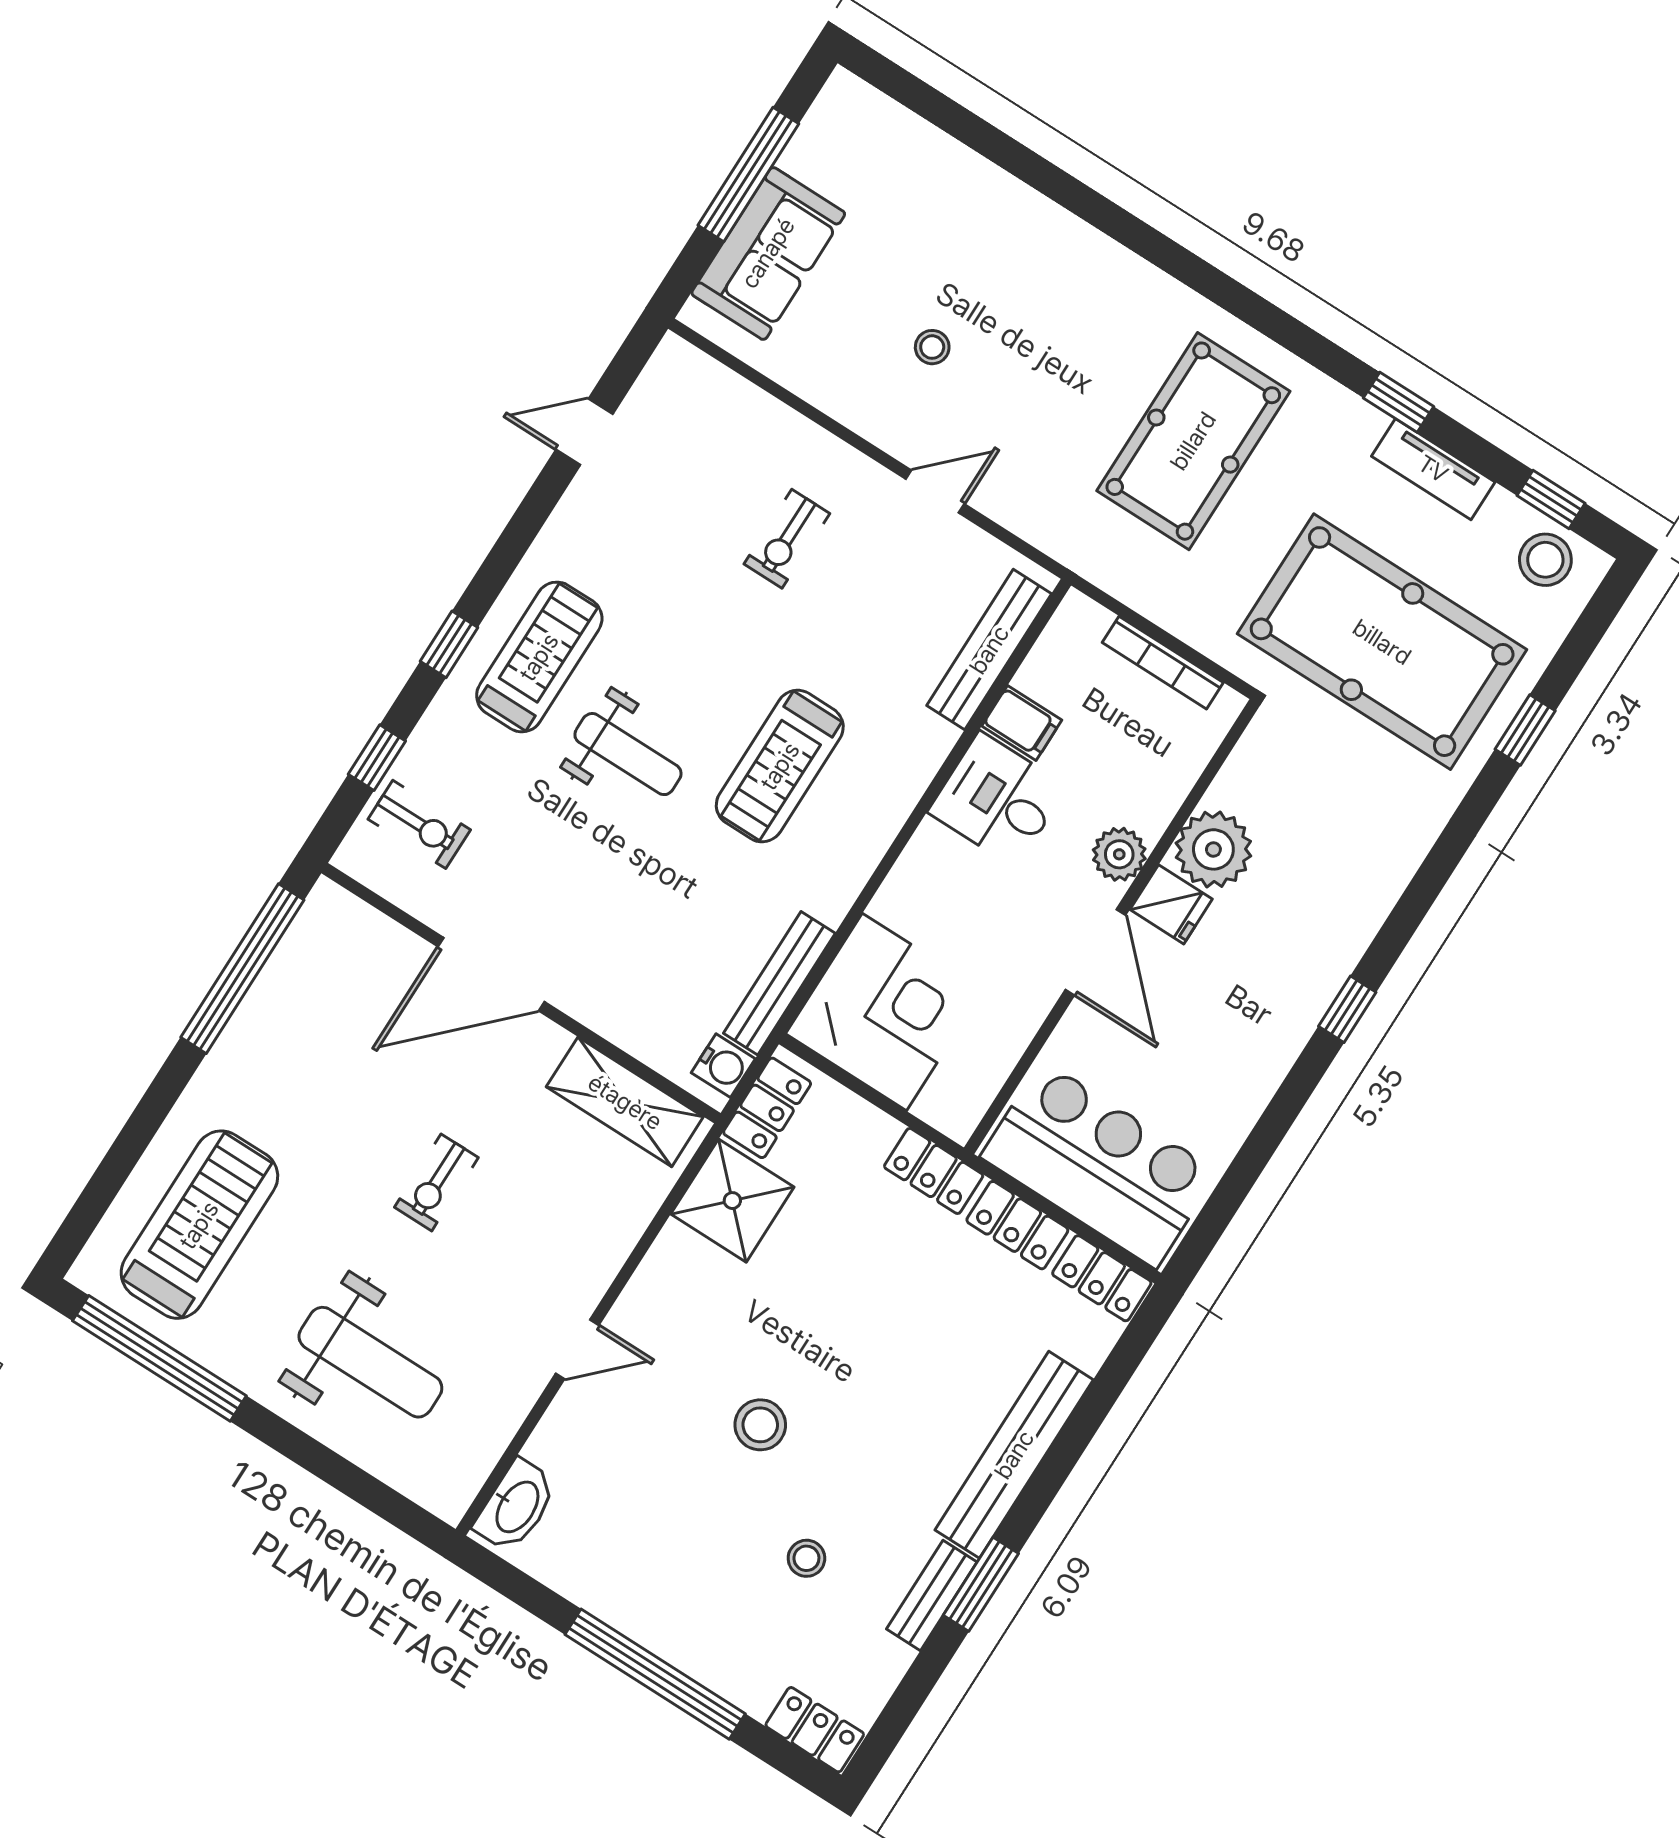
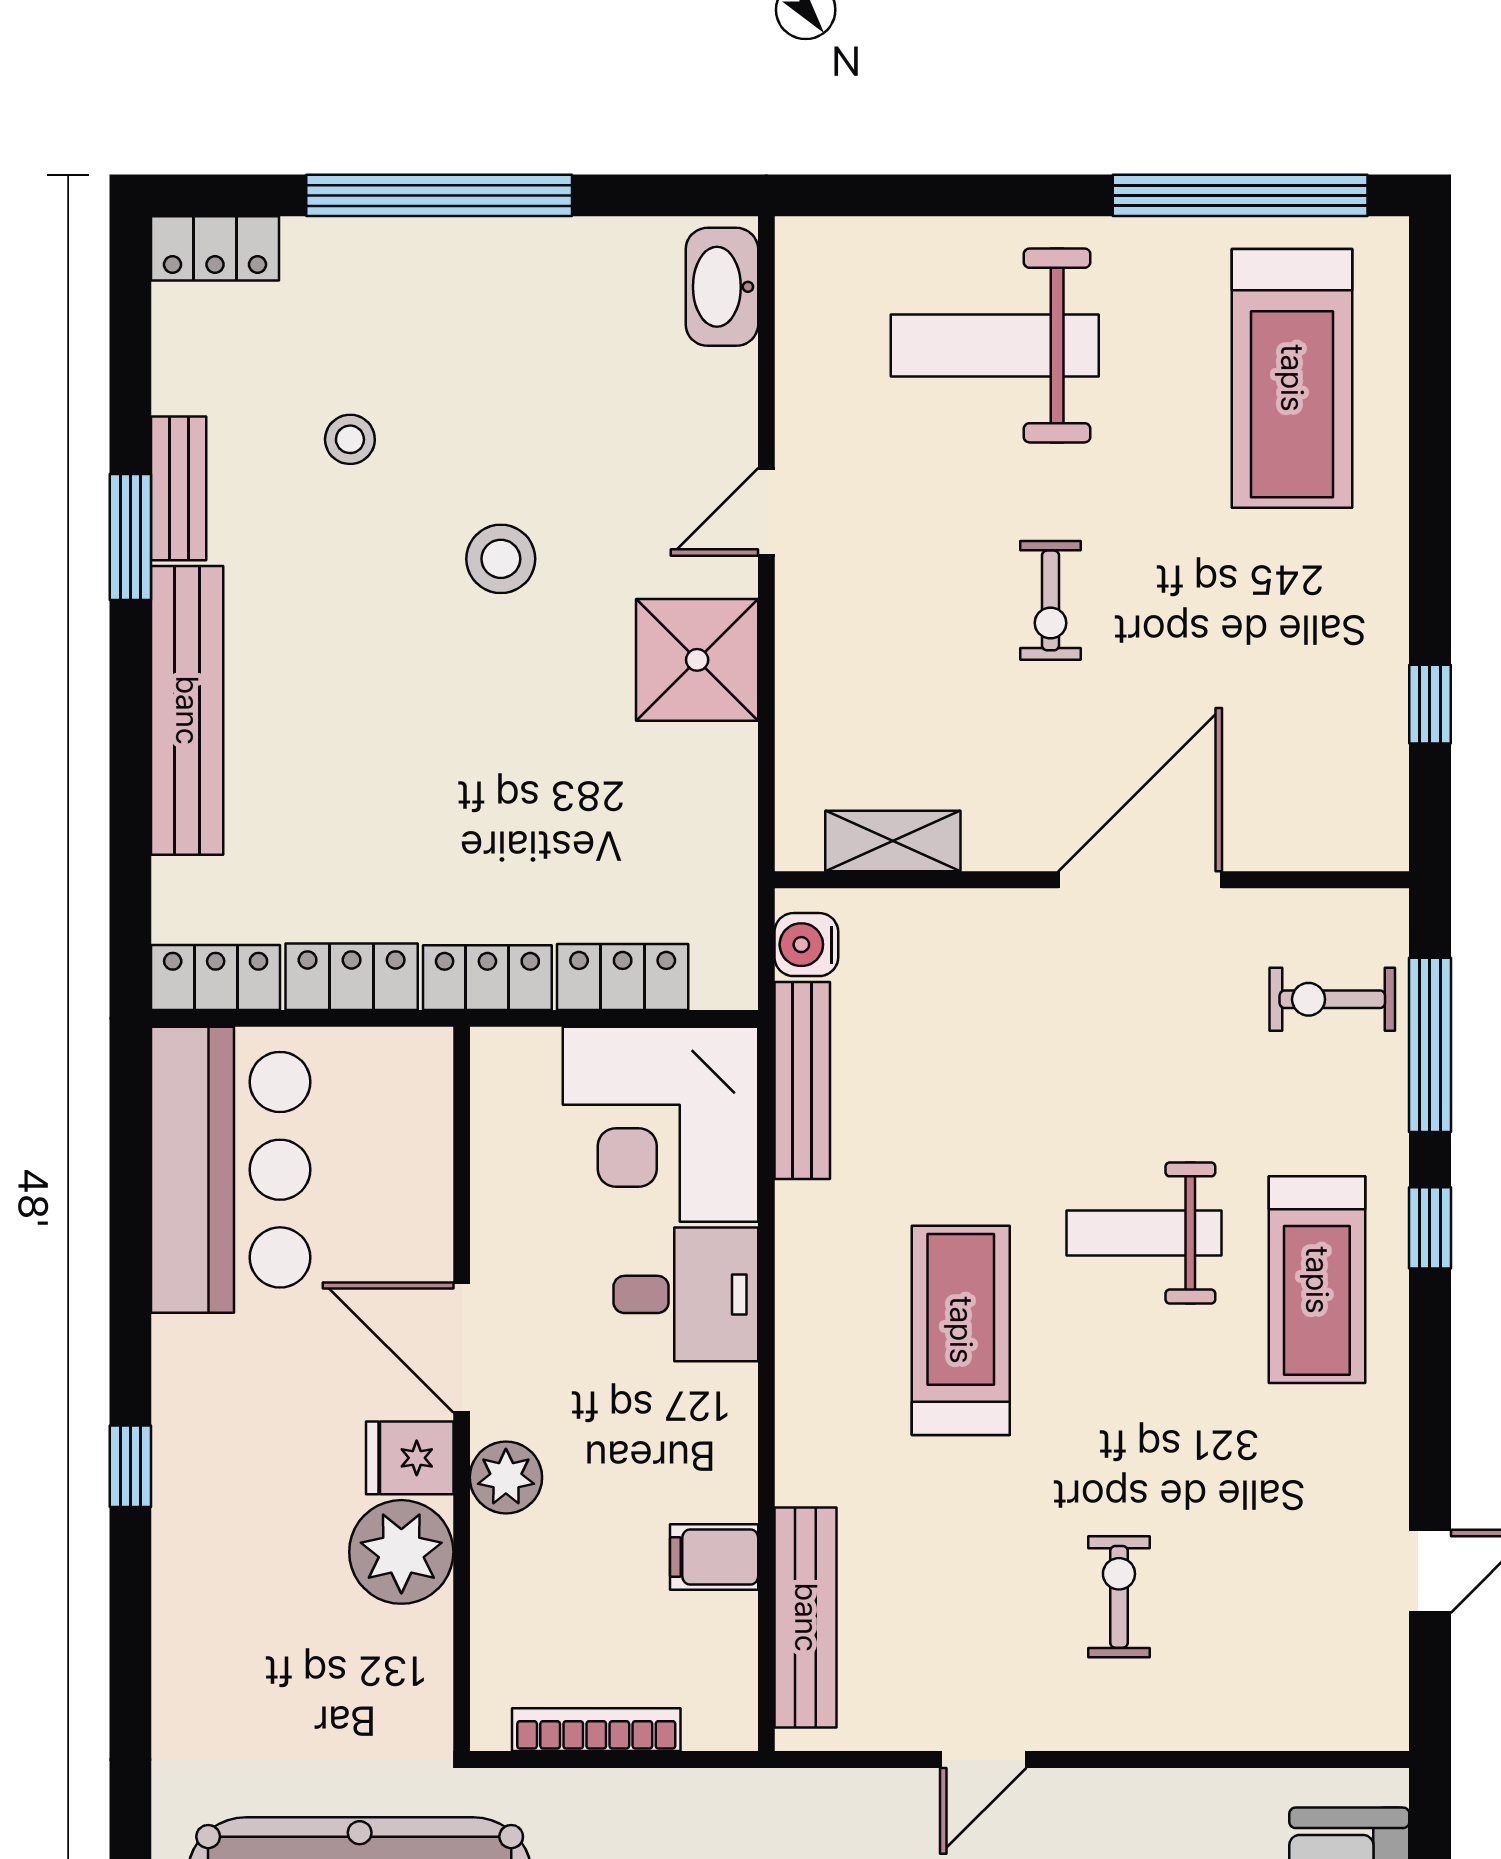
window: (377, 758) -> (1430, 1045), width x2.17
desk: (998, 799) -> (686, 1294), moved
window: (242, 969) -> (1430, 704), width x0.32
shelving: (625, 1102) -> (893, 841), width x0.67, depth x0.75
locker: (767, 1108) -> (623, 977), moved, turned 90
bar counter: (1099, 1164) -> (231, 1170), moved, turned -90
exercise bike: (436, 1182) -> (1051, 600), turned 180
shower: (732, 1201) -> (697, 660), moved

